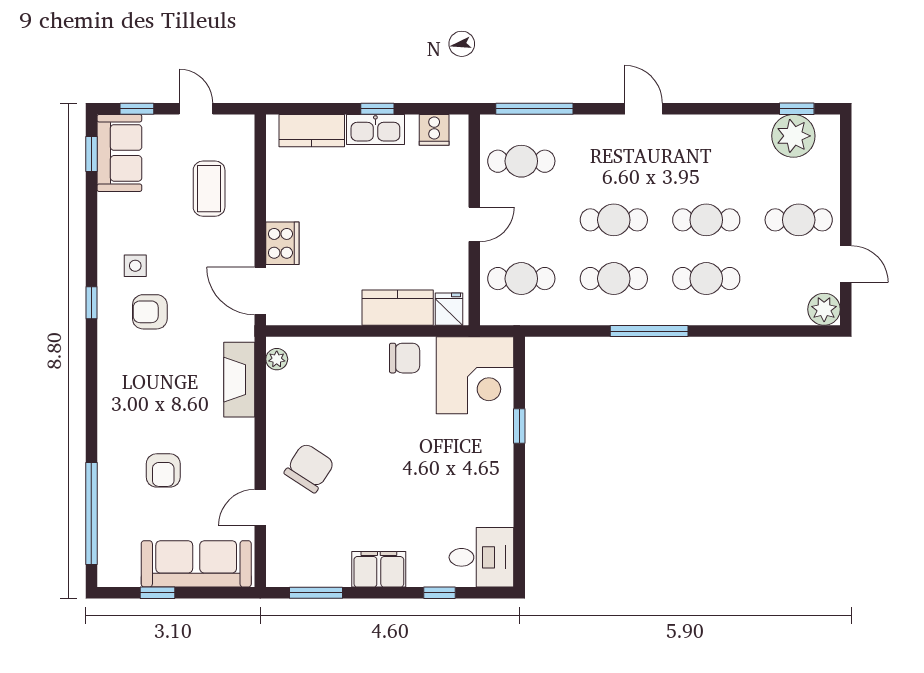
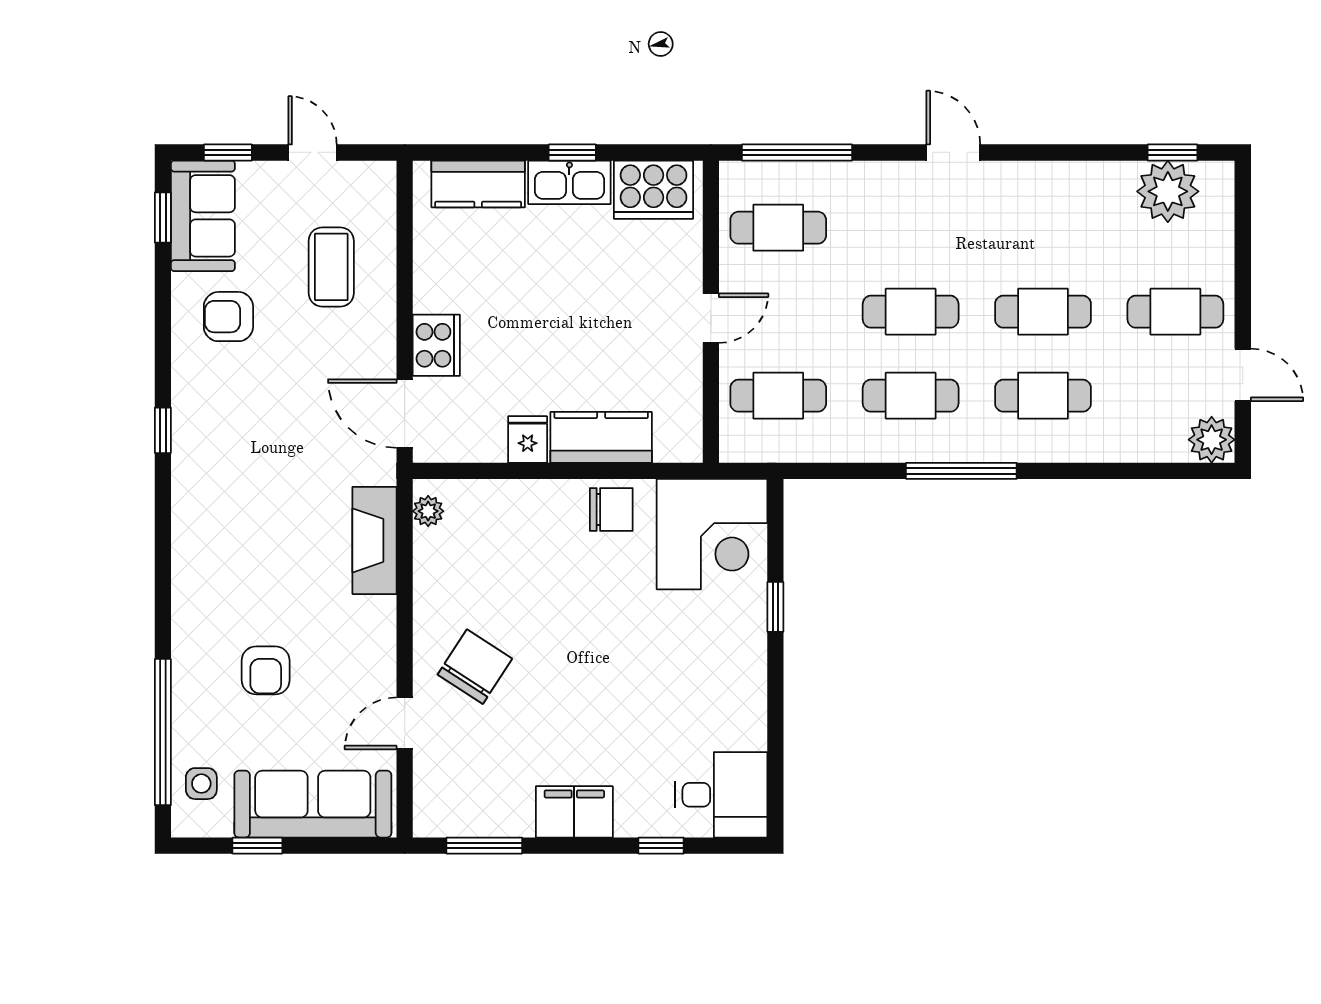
cooker: (434, 130) -> (654, 190), width x1.87, depth x1.31
side table: (135, 266) -> (201, 784), moved
fridge: (449, 309) -> (528, 439), moved
armchair: (150, 312) -> (228, 317), moved

